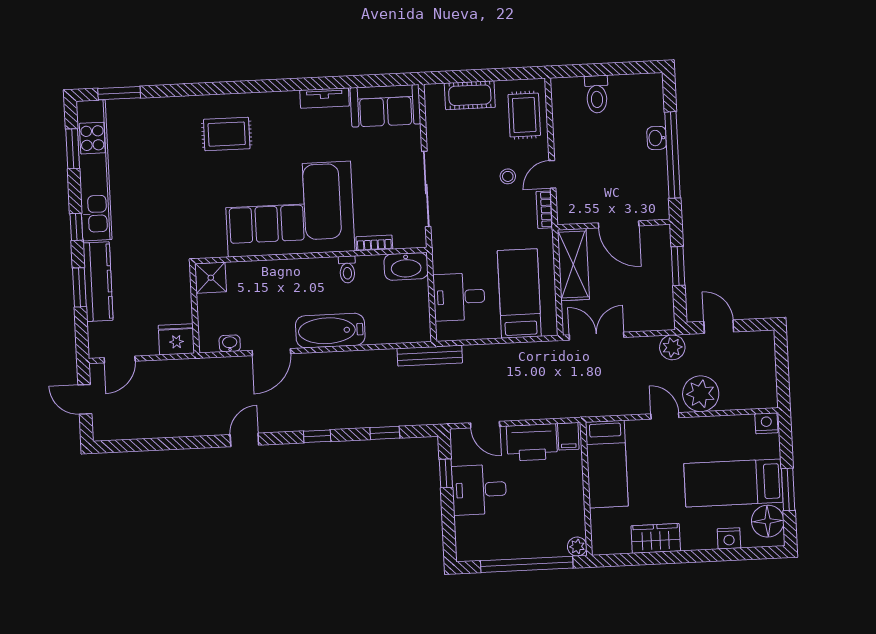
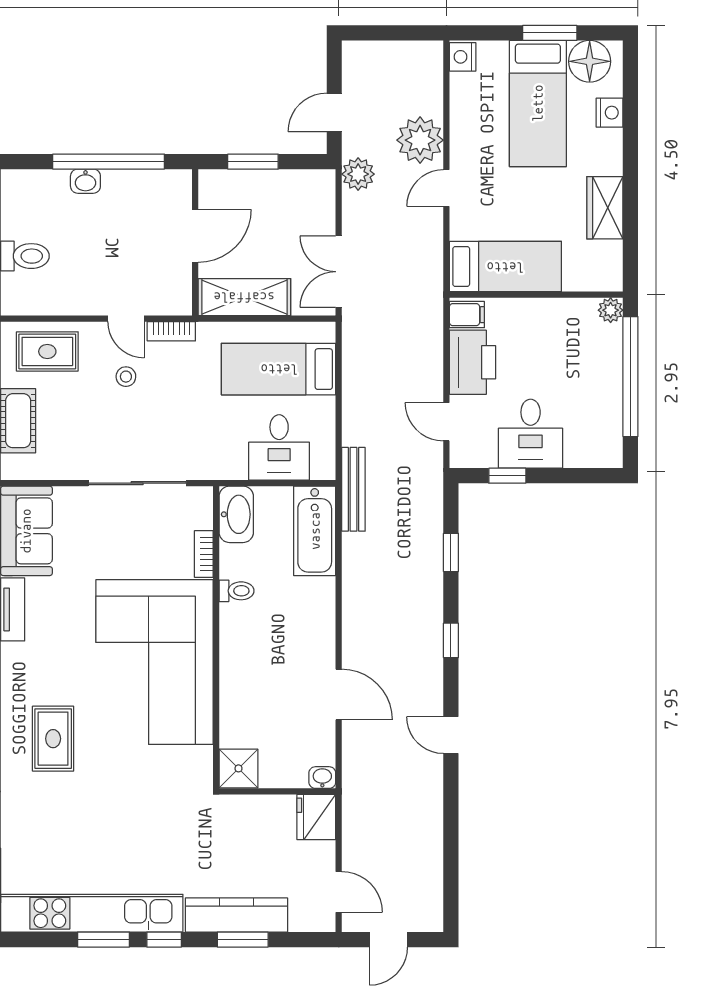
window: (73, 149) -> (104, 940), moved
bathtub: (330, 331) -> (315, 531), moved
washbasin: (230, 343) -> (322, 778), moved, turned 90
door: (485, 425) -> (446, 422), swing flipped

